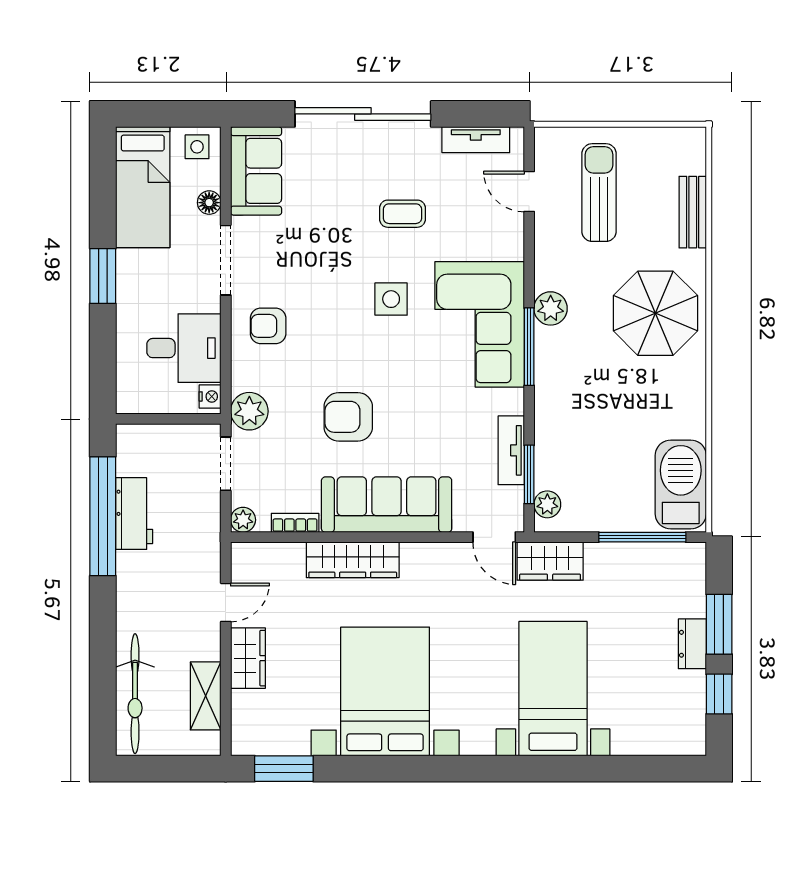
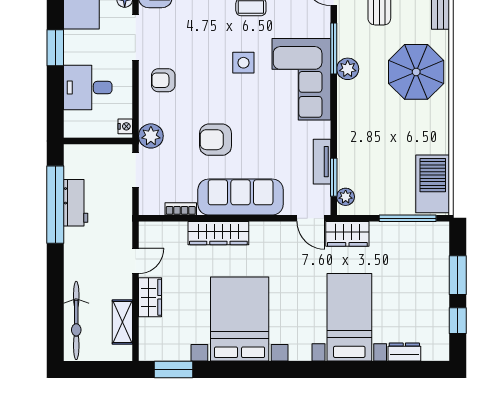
window: (529, 347) -> (334, 48), moved
desk: (184, 348) -> (88, 88), moved, turned 180
plant: (243, 520) -> (147, 207), removed
dresser: (692, 644) -> (404, 352), moved, turned 90

